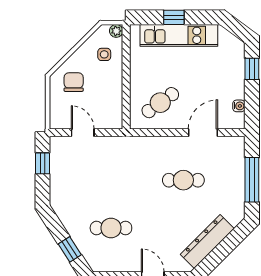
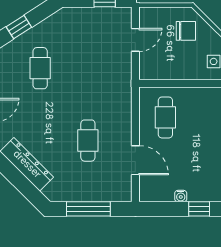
cafe table: (160, 103) -> (165, 117), turned 36
water cooler: (239, 106) -> (181, 196), moved

